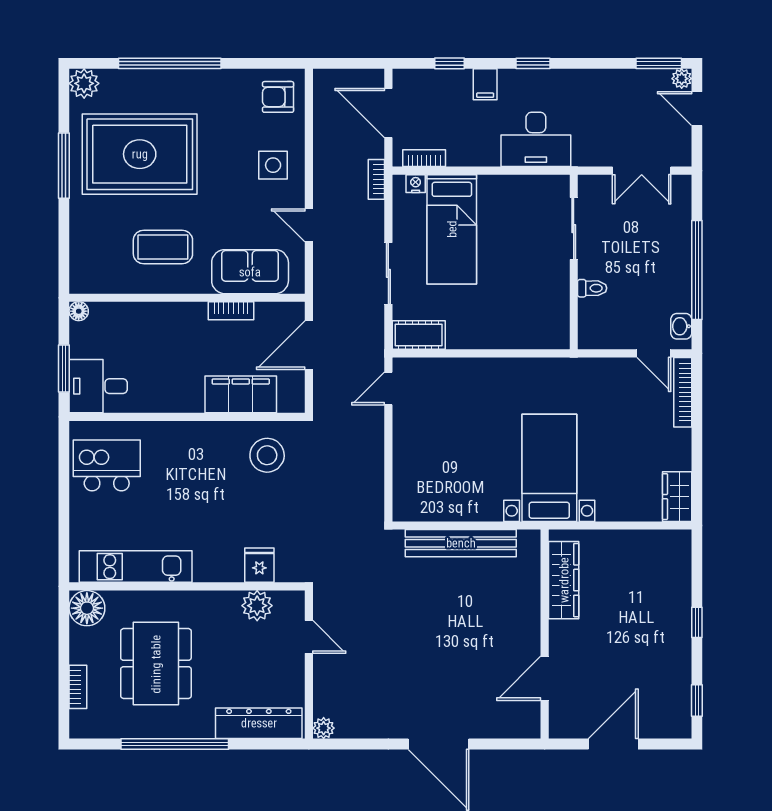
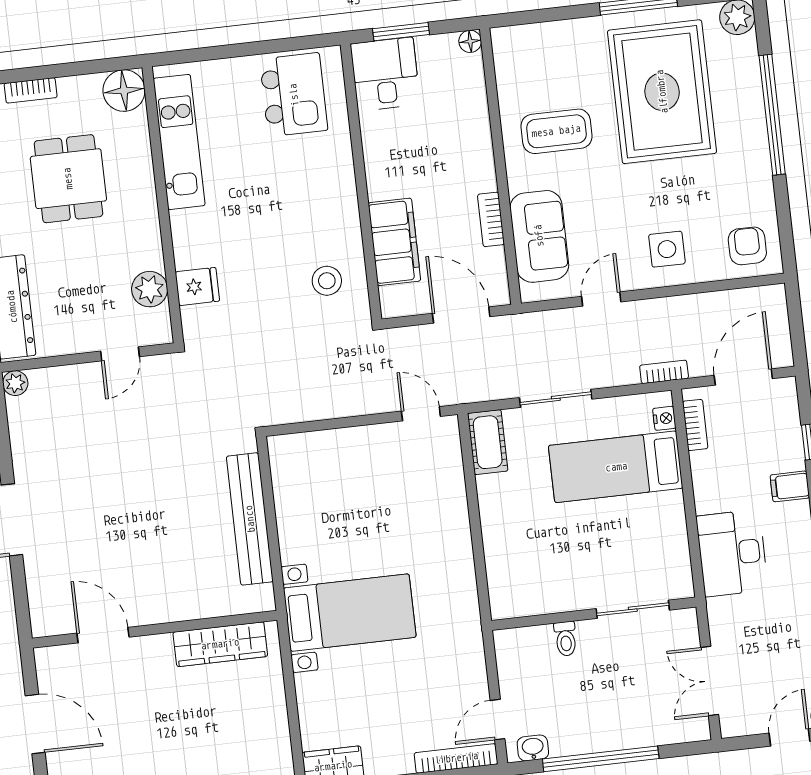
coffee table: (163, 247) -> (556, 131), turned 90
stool: (267, 455) -> (327, 281), width x0.73, depth x0.73
dining table: (156, 664) -> (68, 179), width x0.73

